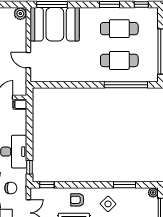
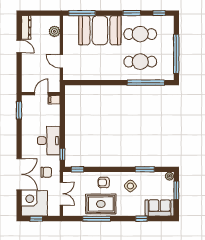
plant: (20, 14) -> (54, 31), moved
booth: (55, 24) -> (100, 30), moved

